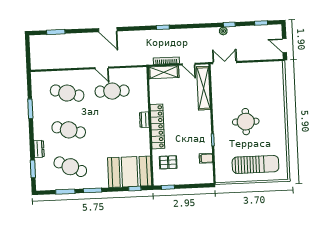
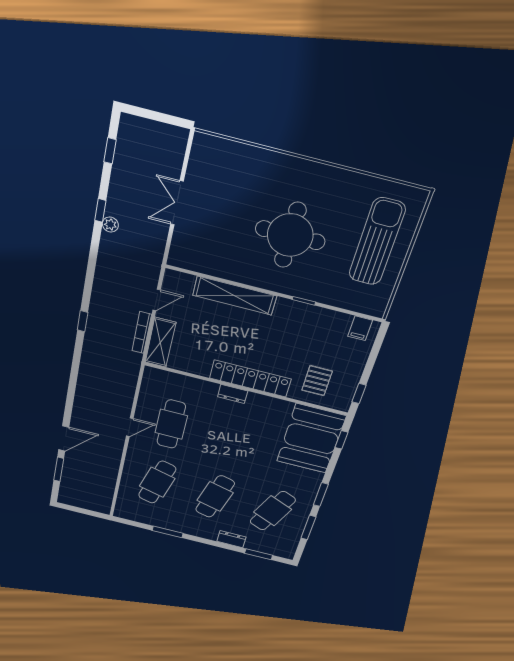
door: (108, 30) -> (64, 438), moved
door: (284, 46) -> (164, 118), removed
double door: (225, 63) -> (177, 203), moved
shelving: (204, 88) -> (235, 296), moved
round table: (246, 122) -> (290, 235), width x1.36, depth x1.36
filing cabinet: (206, 158) -> (360, 328), moved

